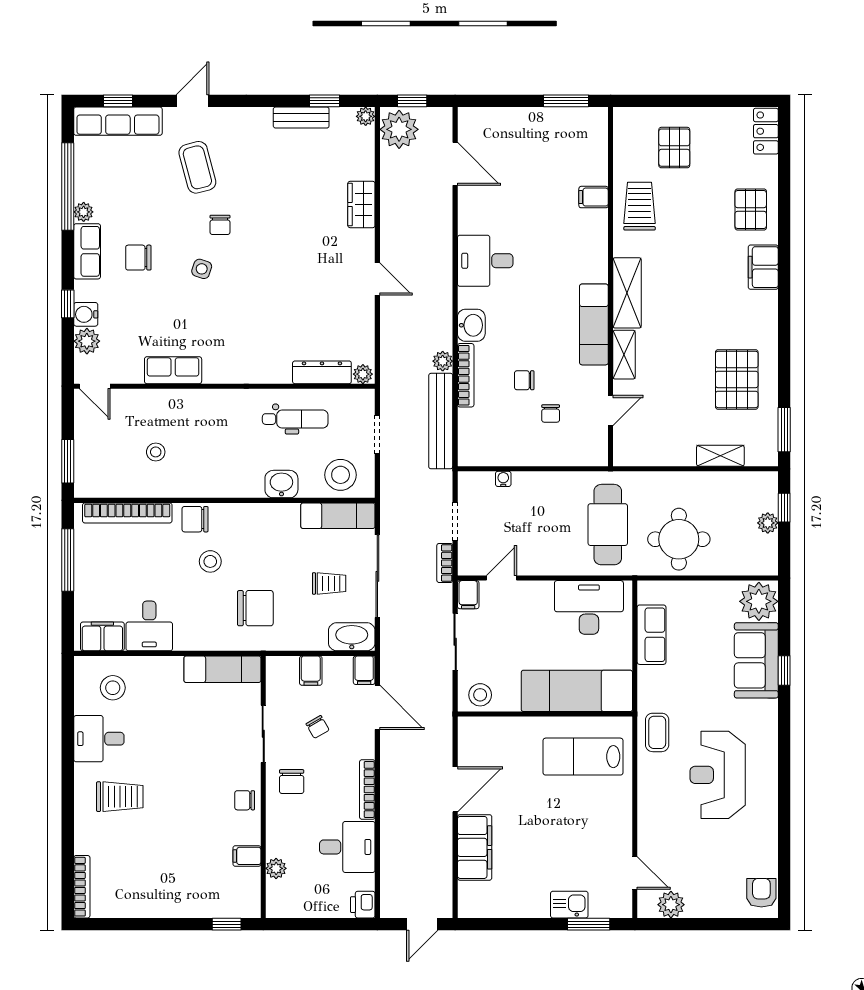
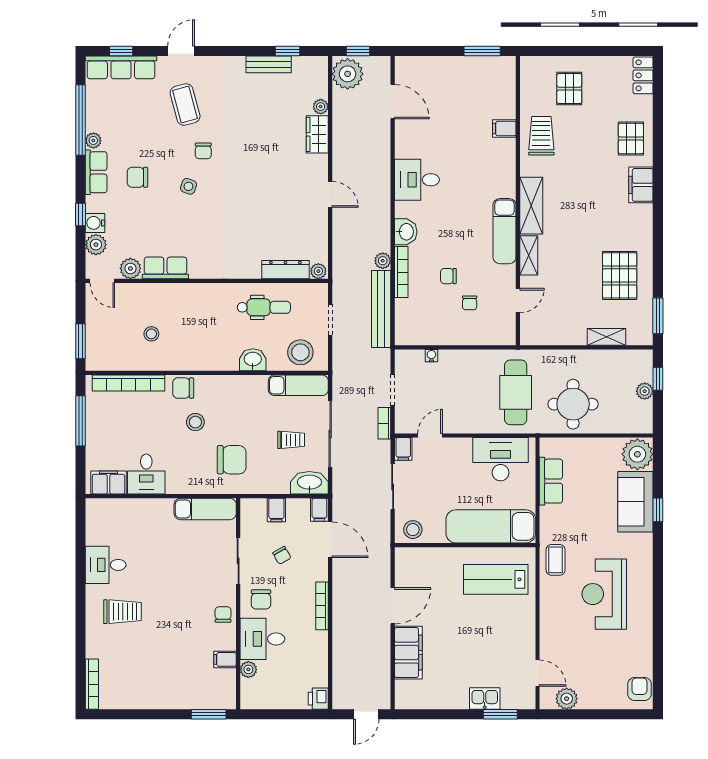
plant: (366, 116) -> (321, 107), moved
plant: (130, 371) -> (130, 268), added
stool: (113, 688) -> (117, 524), removed
chair: (245, 800) -> (223, 615), turned 90
desk: (347, 847) -> (262, 639), moved, turned 180
window: (227, 924) -> (209, 714), width x1.50

